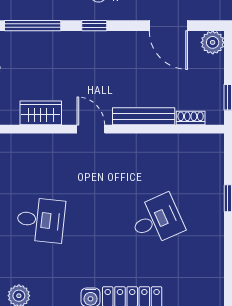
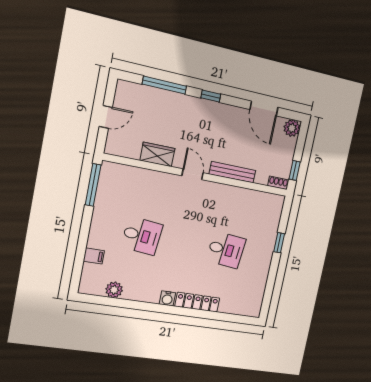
shoe rack: (191, 118) -> (278, 183), moved
desk: (157, 220) -> (226, 250), turned 30

